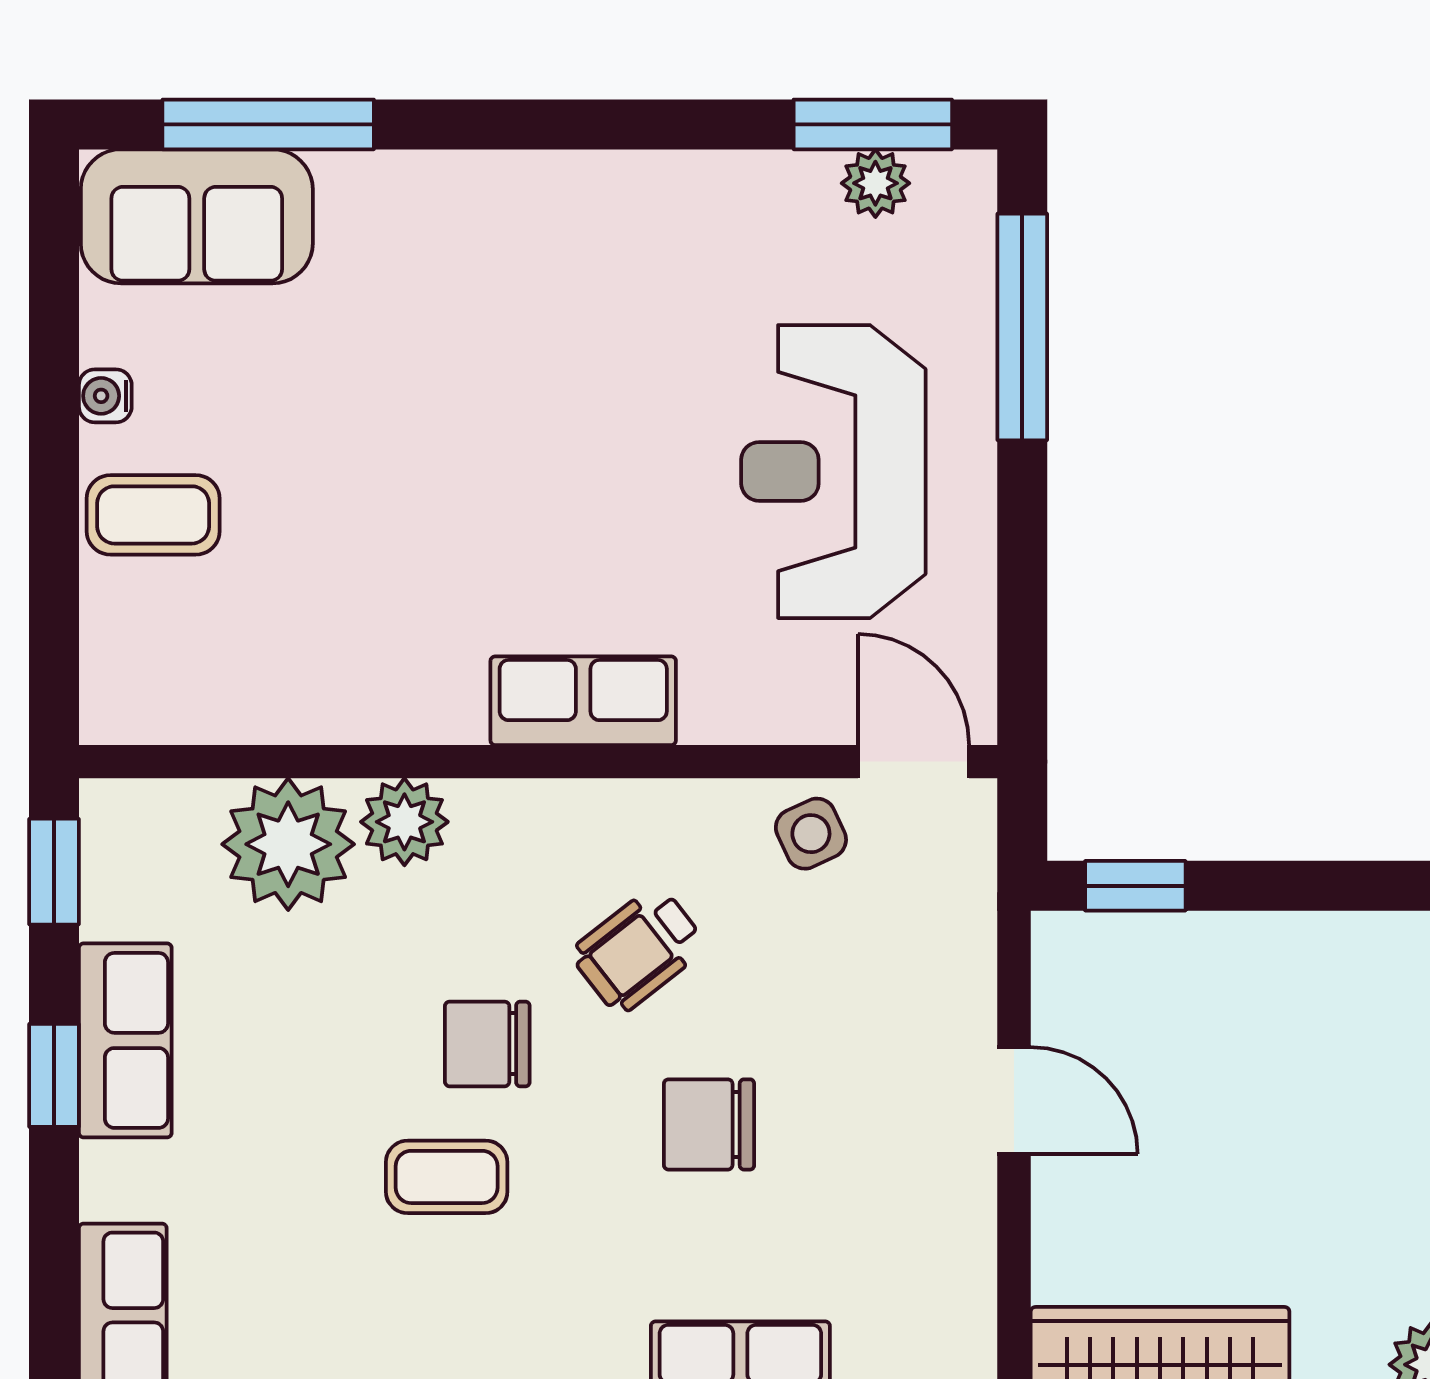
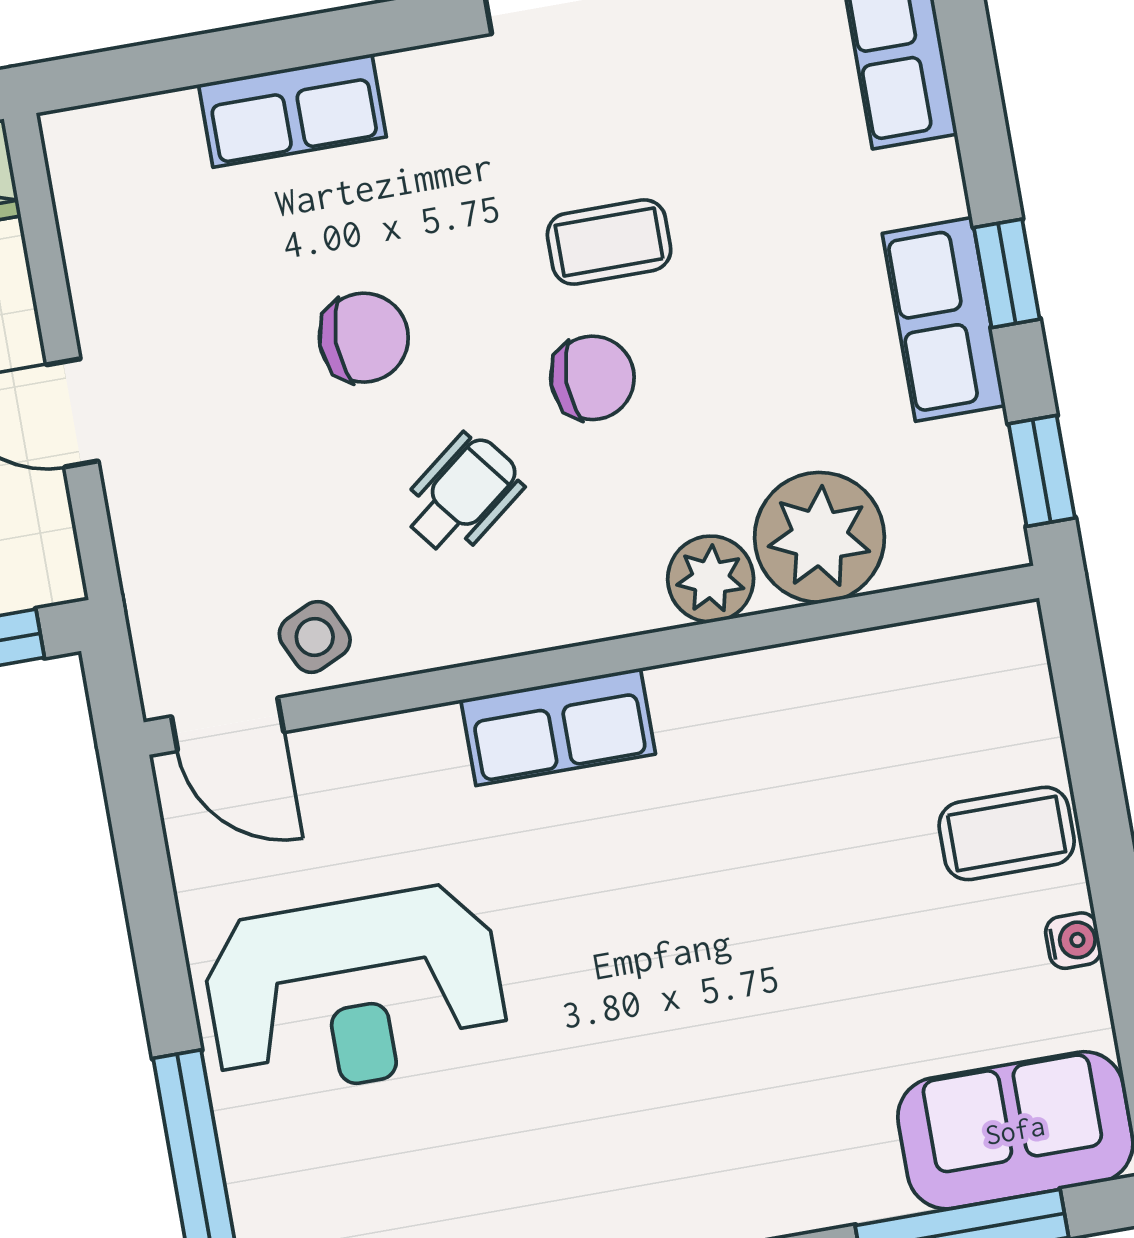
reception desk: (833, 472) -> (355, 992), turned 90

